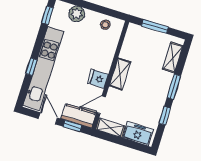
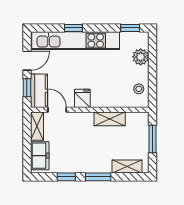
shelving: (120, 74) -> (110, 119), moved

